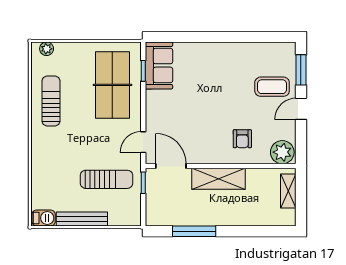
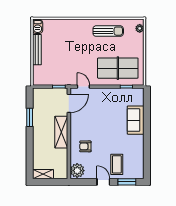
sofa: (159, 65) -> (136, 120), moved, turned 90
sun lounger: (106, 179) -> (61, 64), removed
shelving: (288, 191) -> (43, 174), moved
window: (194, 231) -> (30, 117), width x0.69

